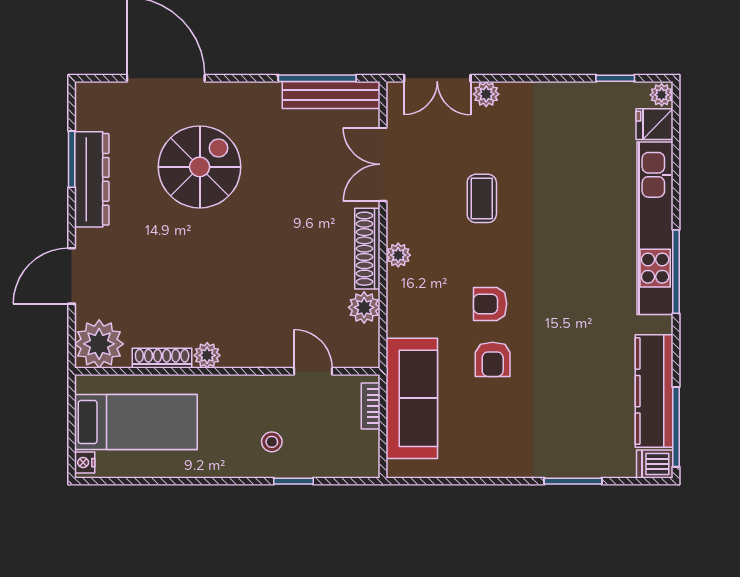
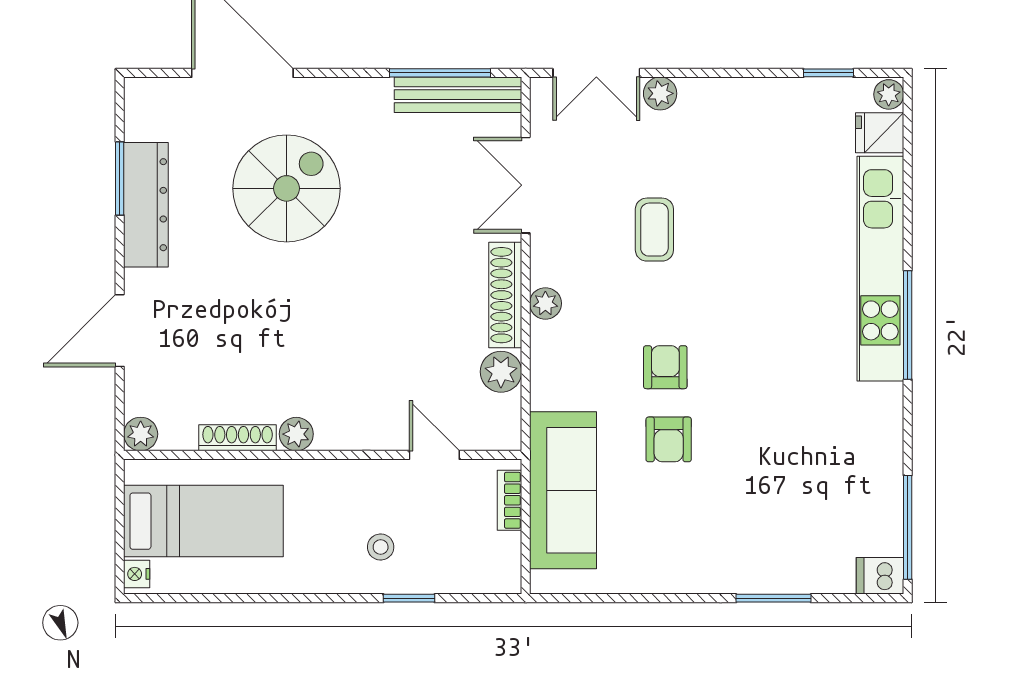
armchair: (490, 304) -> (665, 367), turned 90
plant: (99, 344) -> (141, 434), width x0.53, depth x0.53
kitchen counter: (654, 391) -> (879, 481), removed

